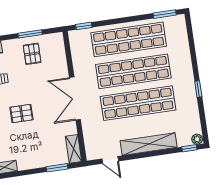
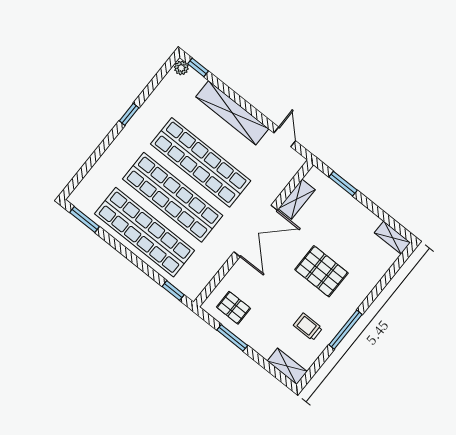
pallet: (32, 54) -> (234, 308), moved, turned 90
pallet: (21, 114) -> (321, 271), width x1.50, depth x1.42
shelving: (73, 149) -> (297, 199), moved

